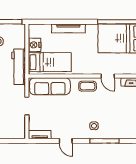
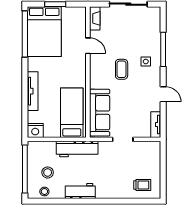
nightstand: (35, 45) -> (35, 130), moved
door: (108, 76) -> (88, 46), hinge flipped
coffee table: (88, 86) -> (122, 69), moved
door: (66, 141) -> (163, 94), hinge flipped

